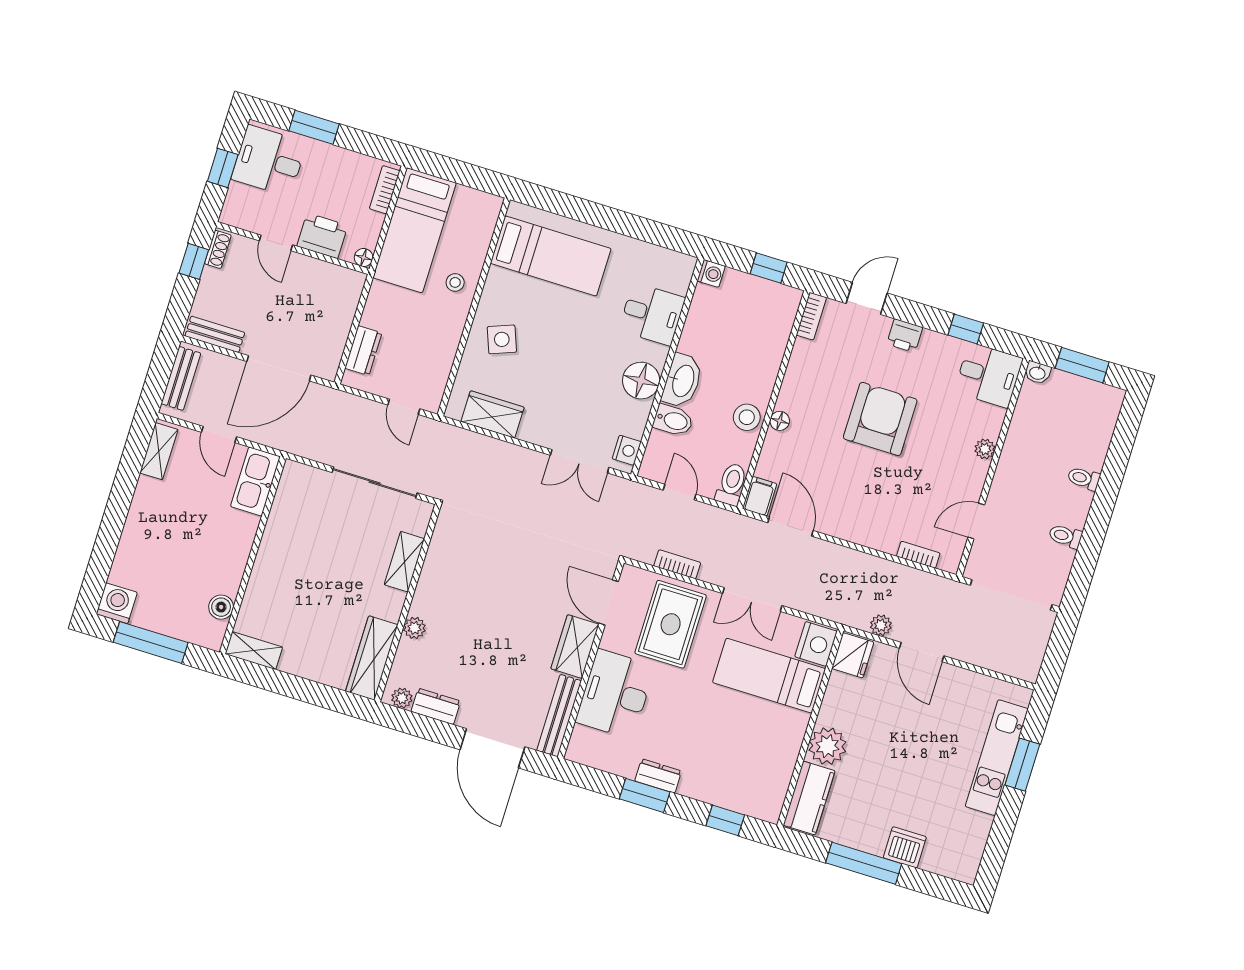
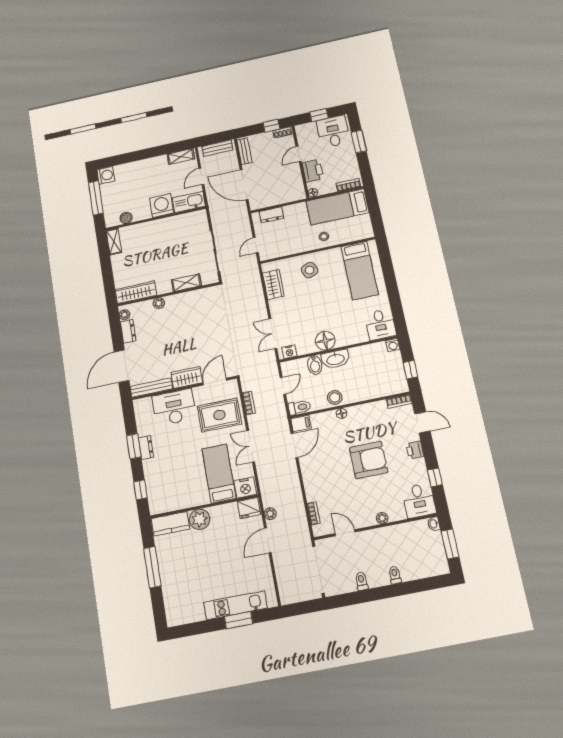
desk: (652, 314) -> (380, 324), moved
washing machine: (234, 533) -> (162, 206), added
dishwasher: (905, 847) -> (170, 583), removed

